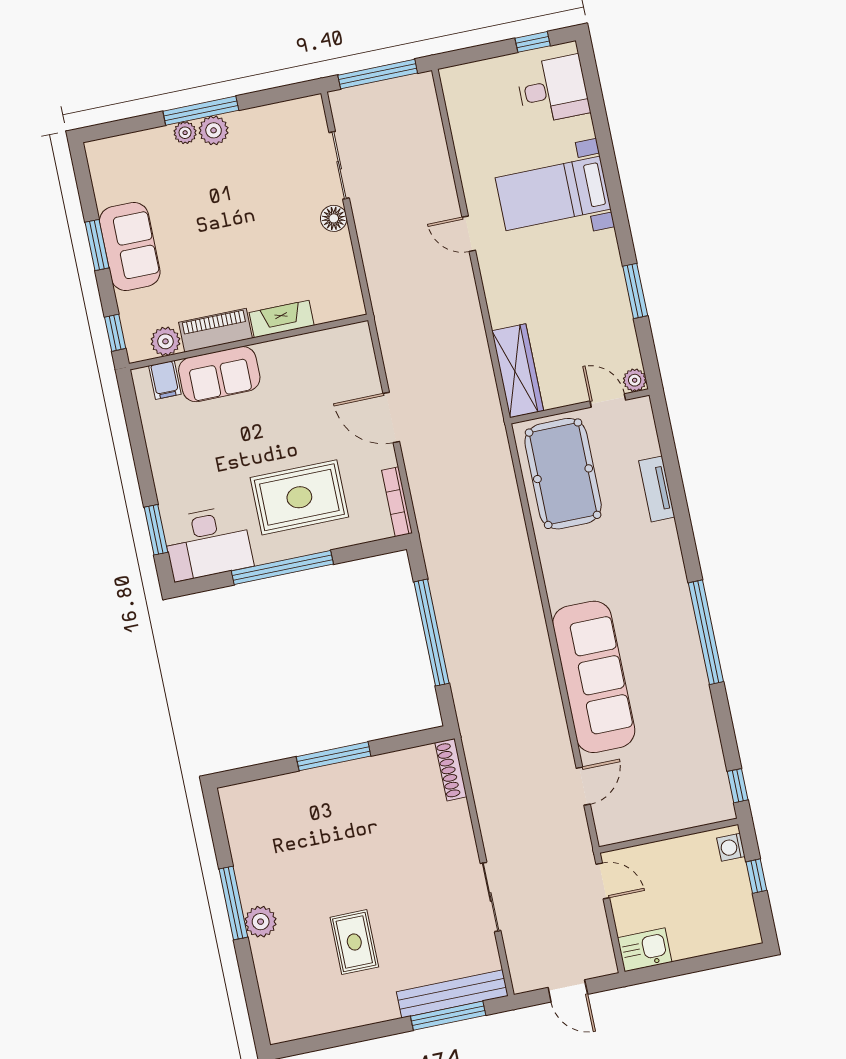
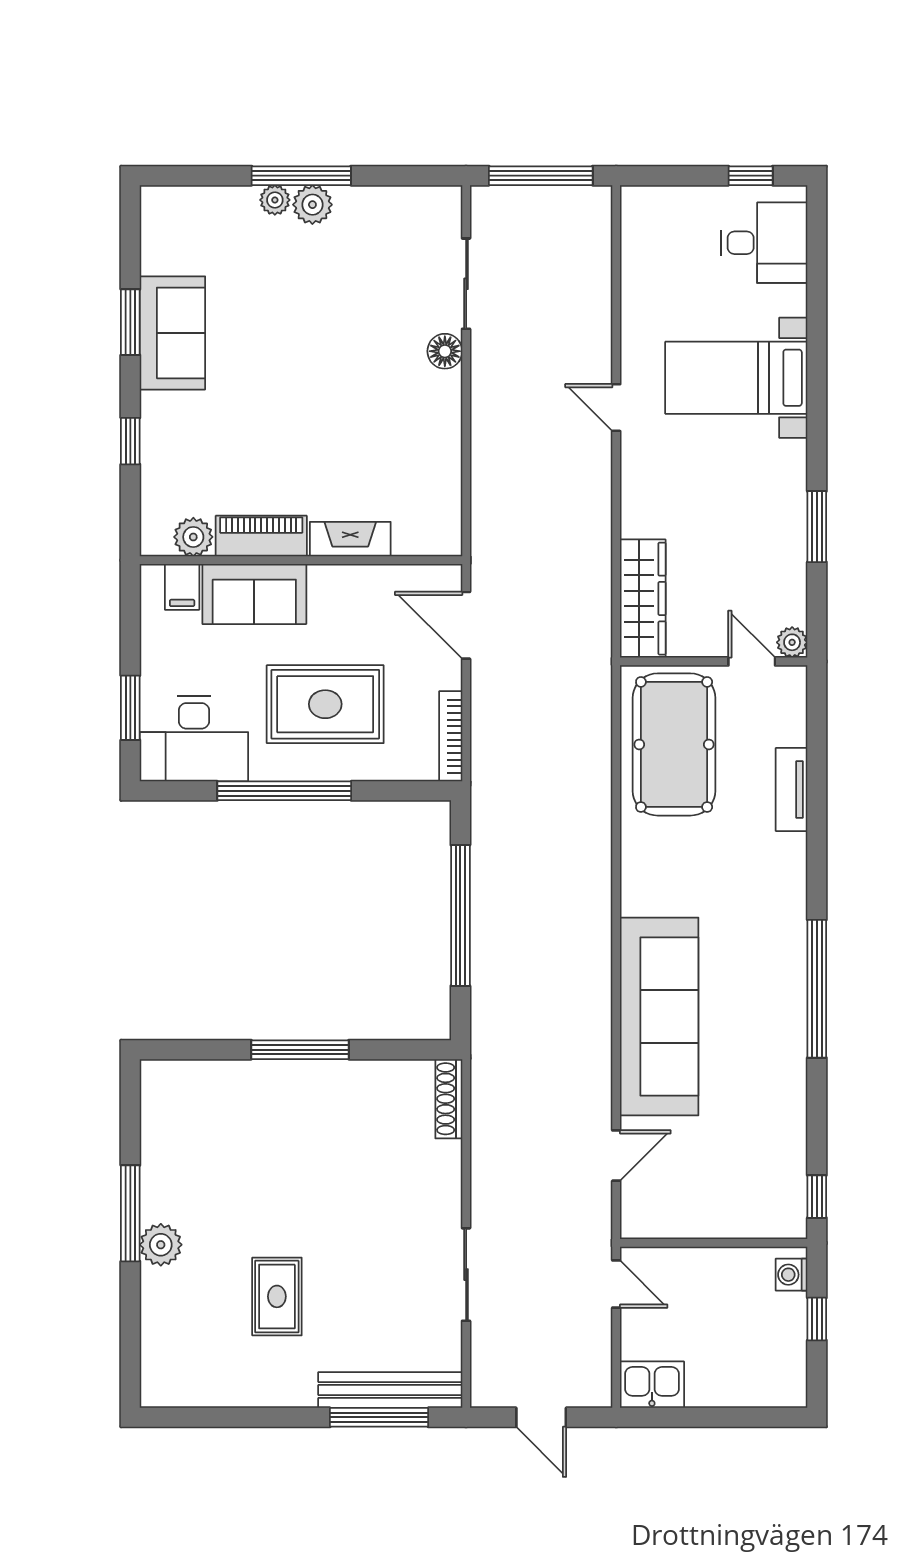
fireplace: (282, 319) -> (350, 539), moved
piano: (216, 330) -> (261, 536), moved
plant: (165, 341) -> (193, 537), moved
wall: (249, 342) -> (301, 560), moved
sofa: (219, 374) -> (254, 594), moved
filing cabinet: (165, 380) -> (182, 587), moved

